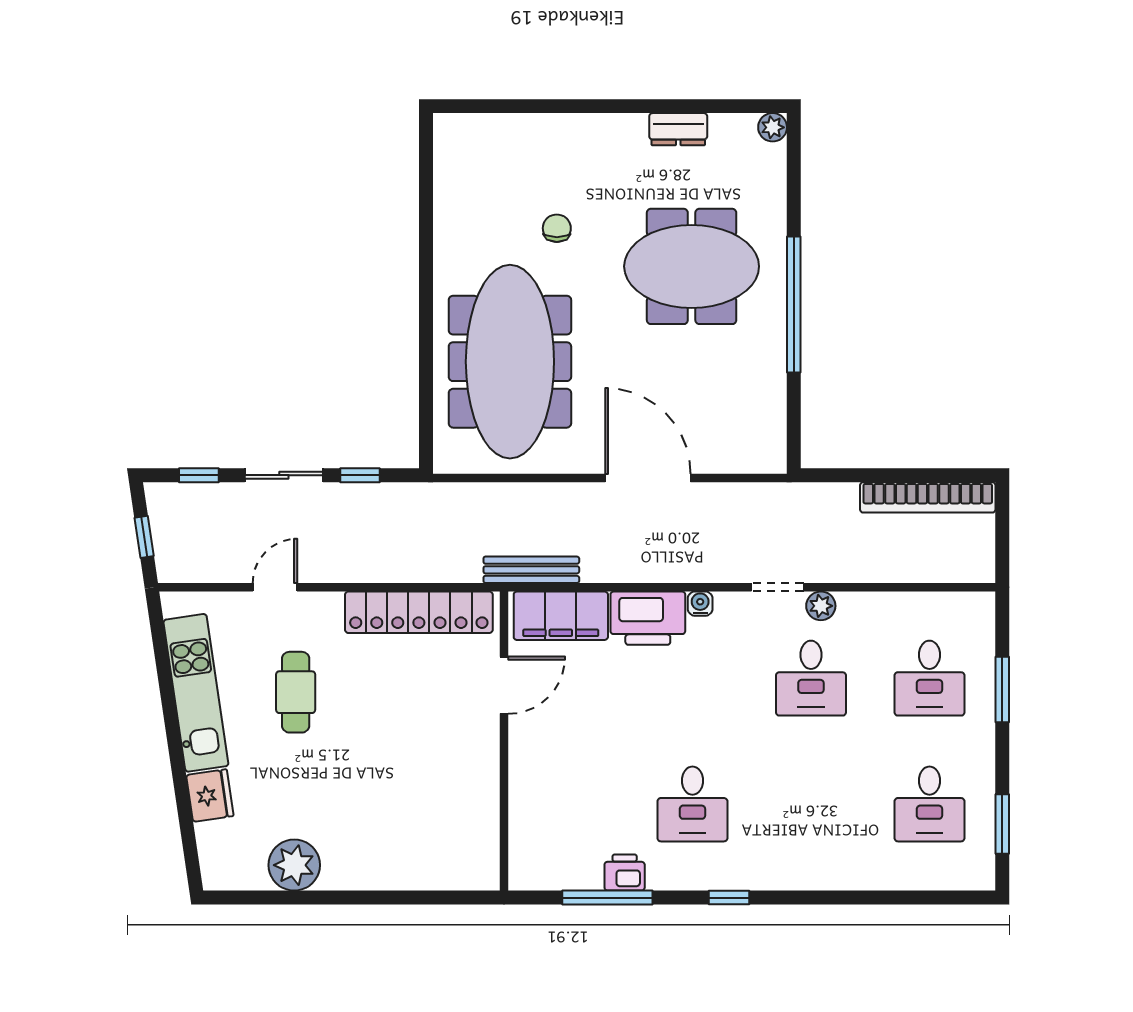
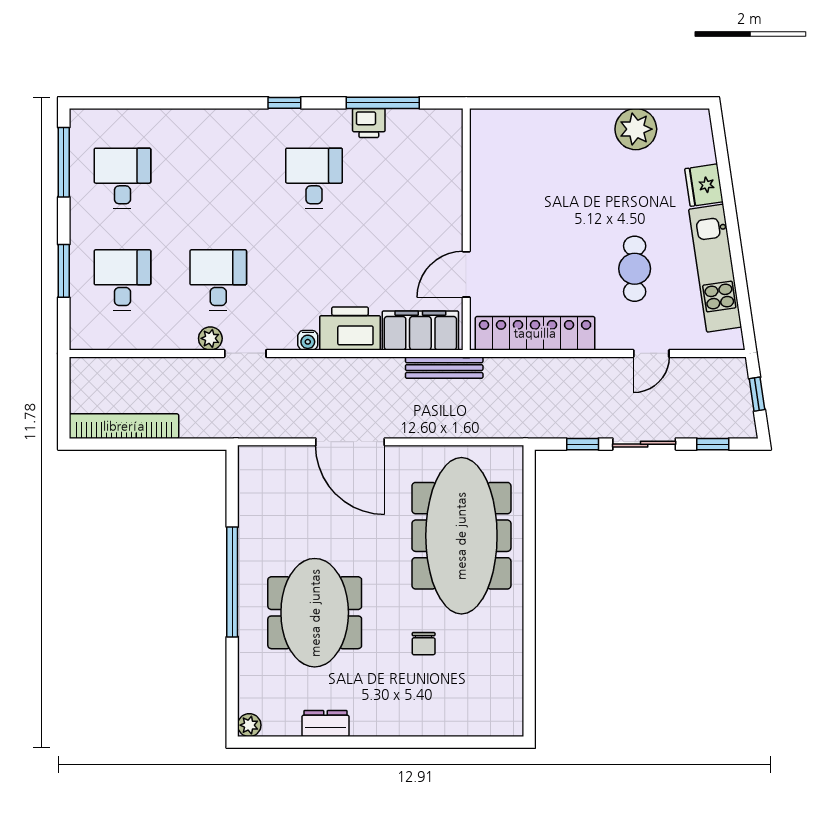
meeting table: (692, 266) -> (315, 613), turned 90
window: (1002, 824) -> (64, 162), width x1.44

